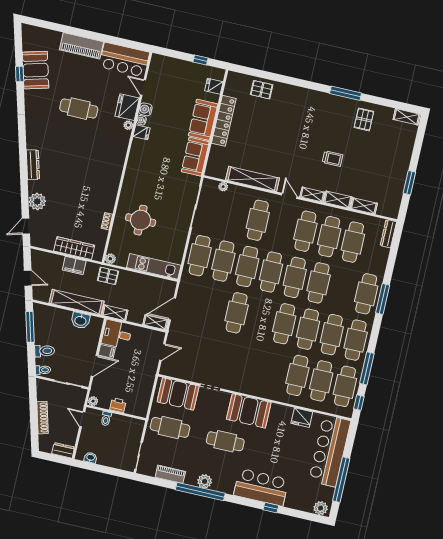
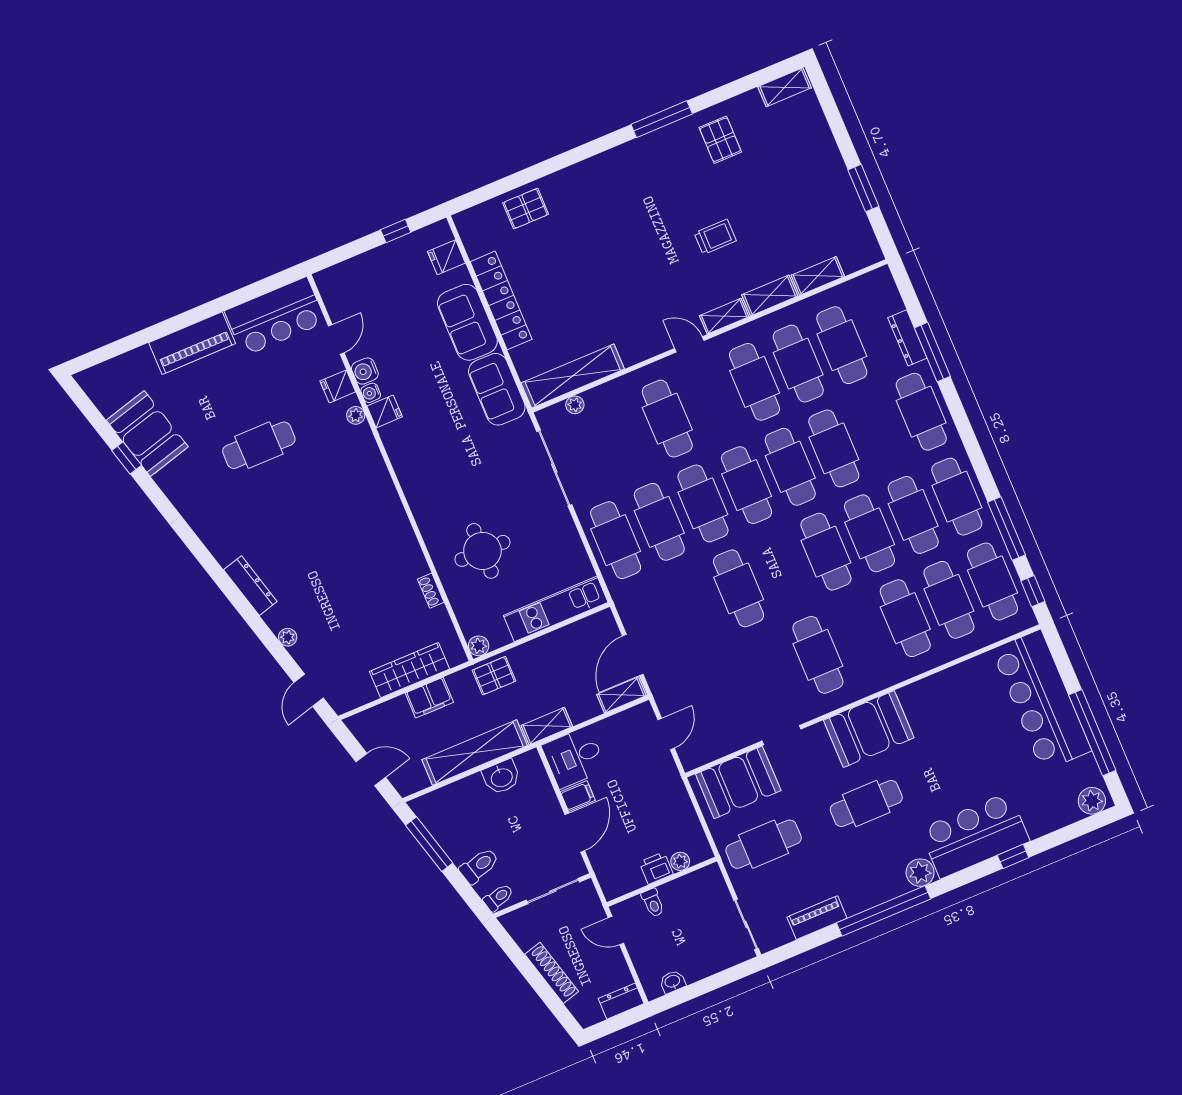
door: (143, 87) -> (336, 339), swing flipped
fridge: (127, 107) -> (338, 386), width x0.53, depth x0.75
shelving: (253, 179) -> (573, 376), moved
plant: (37, 201) -> (288, 637), width x0.53, depth x0.53
dresser: (388, 234) -> (907, 338), moved
window: (383, 299) -> (932, 352), moved
cafe table: (250, 365) -> (818, 655), added
plant: (93, 401) -> (680, 861), moved
fridge: (302, 418) -> (960, 680), removed
plant: (205, 481) -> (920, 873), moved

